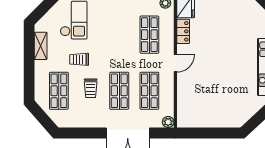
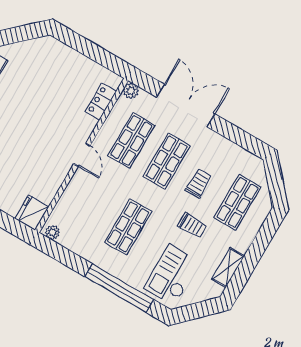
locker: (183, 31) -> (101, 102), moved
shop shelf: (149, 35) -> (128, 227), moved
door: (175, 63) -> (82, 155), swing flipped

